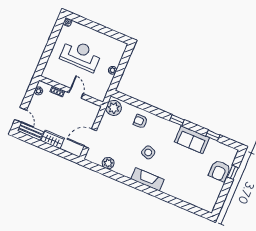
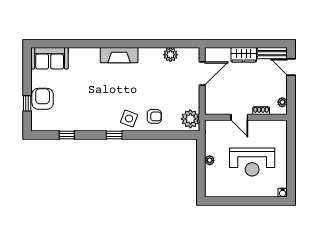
sofa: (192, 140) -> (50, 58), moved, turned 180
side table: (148, 152) -> (129, 119), moved

